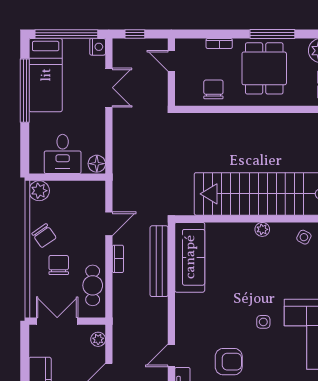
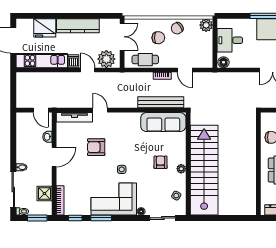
armchair: (252, 262) -> (160, 162), added
plant: (98, 339) -> (106, 59), width x1.88, depth x1.88
armchair: (229, 362) -> (96, 147), turned 90

